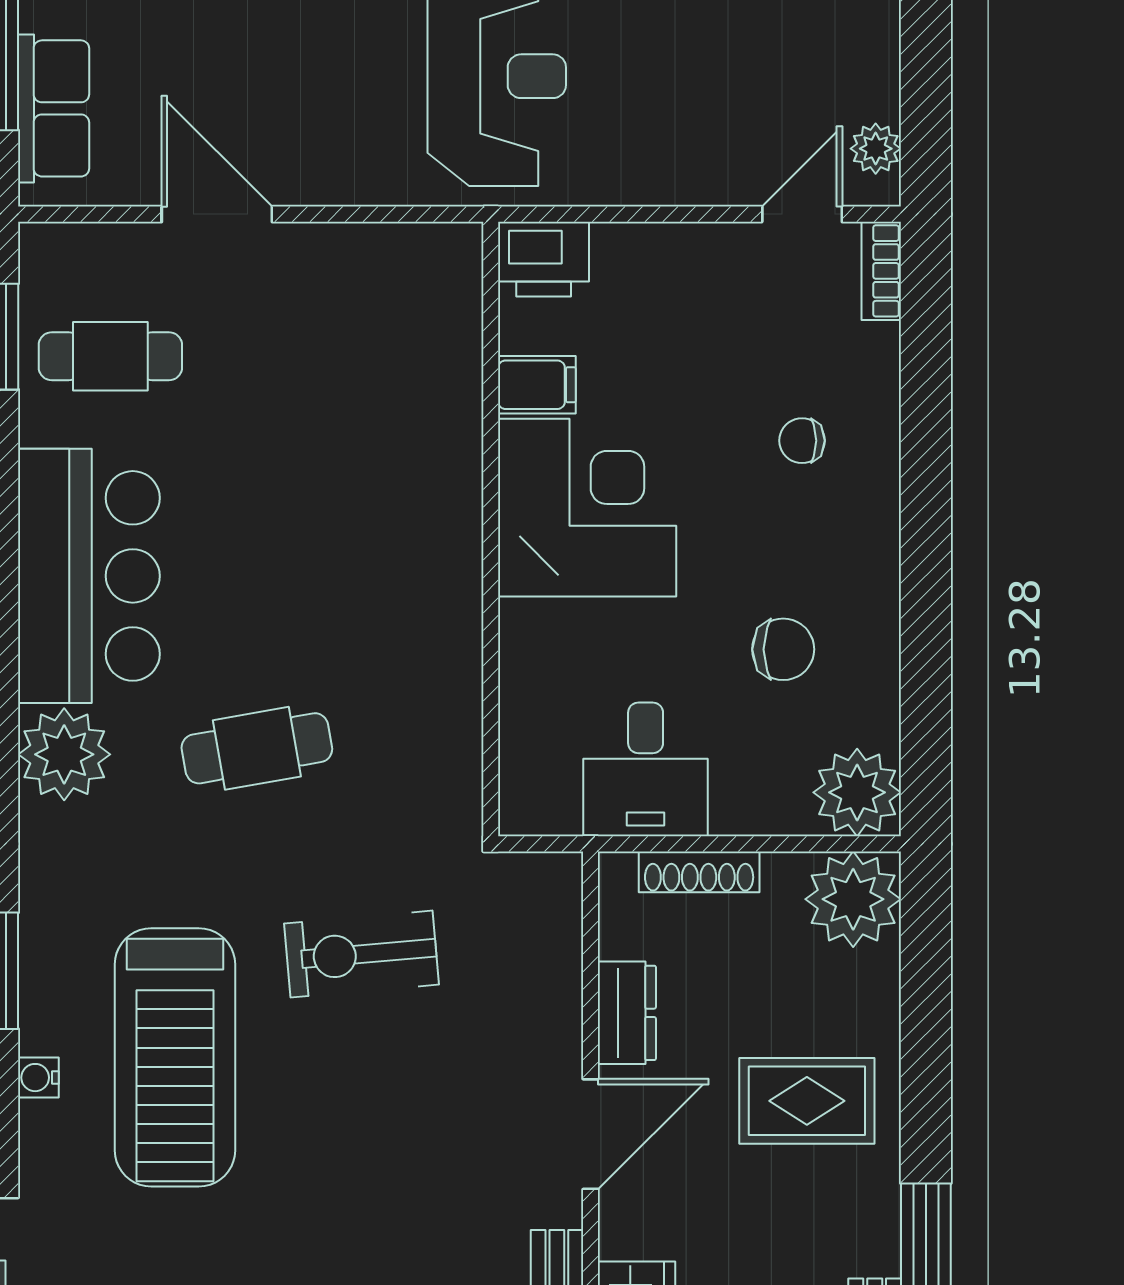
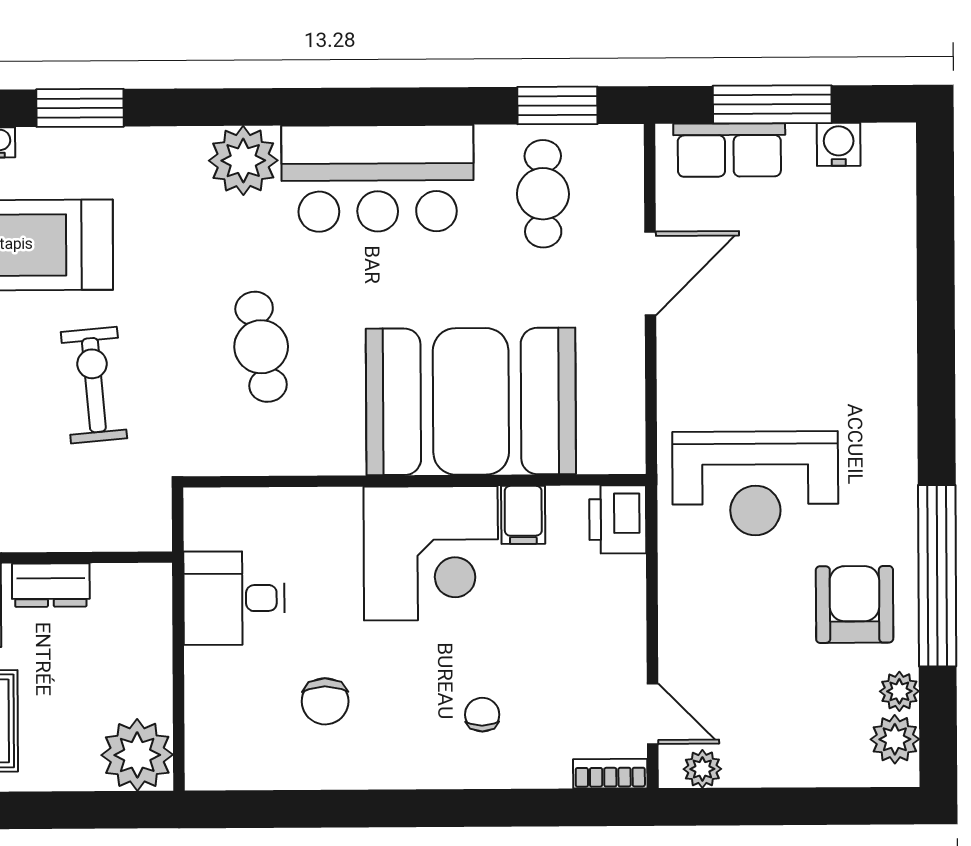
booth: (386, 454) -> (471, 401), added
cafe table: (257, 748) -> (261, 347), moved
plant: (857, 792) -> (218, 757), removed
shoe rack: (699, 872) -> (157, 639), removed

